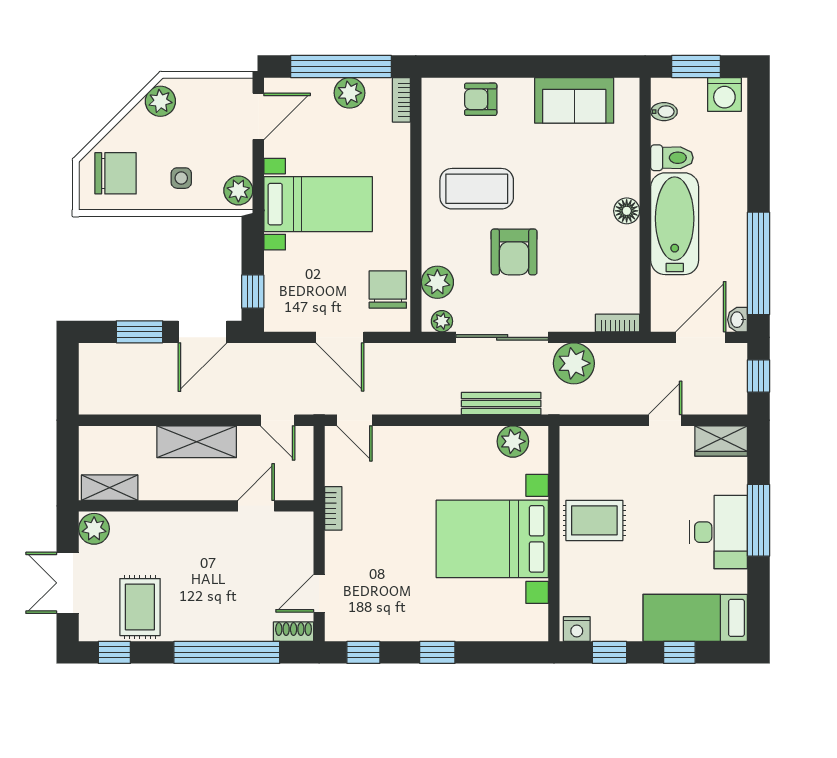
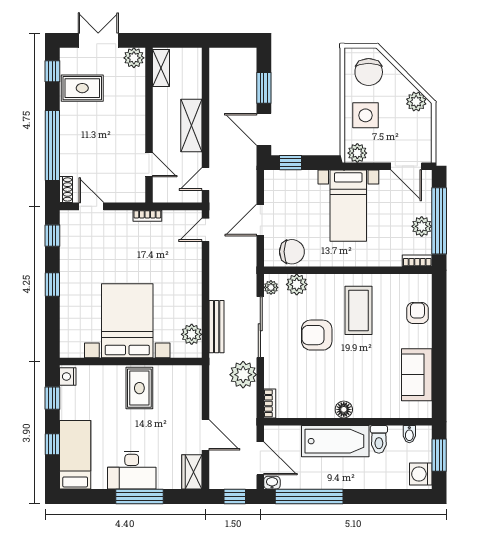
side table: (181, 178) -> (366, 115), width x1.87, depth x1.87
door: (665, 420) -> (206, 435), width x1.38

